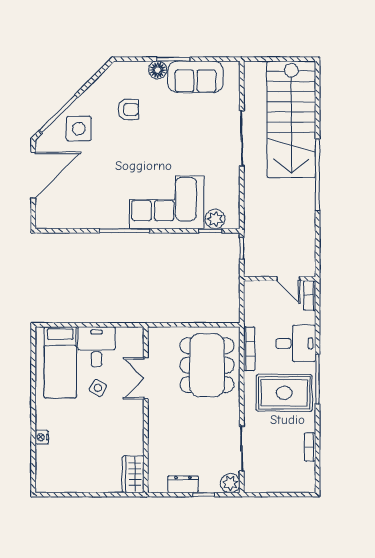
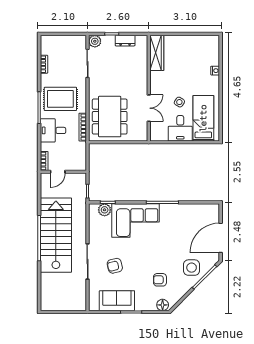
floor lamp: (158, 70) -> (163, 305), moved
stairs: (291, 119) -> (56, 235), moved
armchair: (199, 131) -> (115, 266), added
door: (288, 279) -> (58, 172), swing flipped
wardrobe: (133, 474) -> (157, 53), width x1.50

